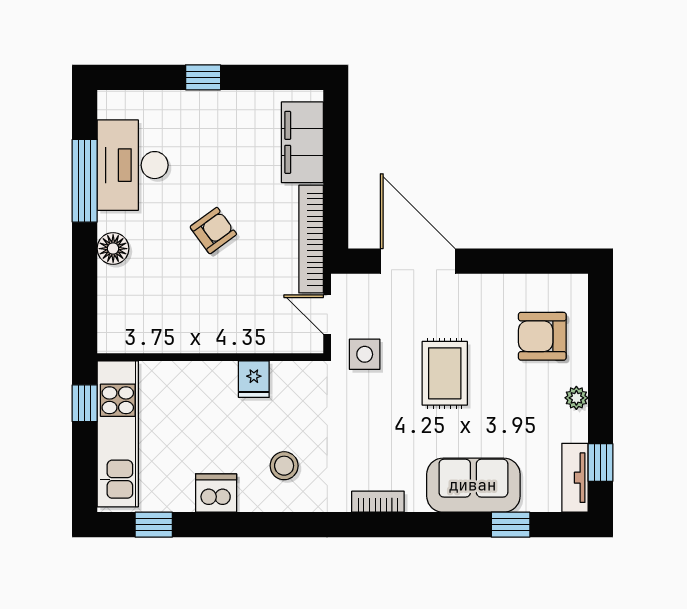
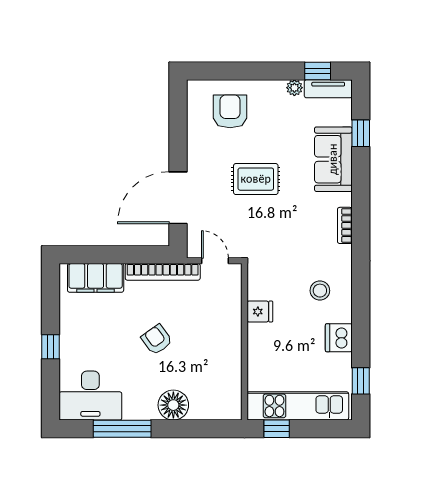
desk: (133, 165) -> (90, 396), moved
floor lamp: (113, 249) -> (173, 405), width x1.38, depth x1.38
door: (327, 314) -> (215, 261), swing flipped
armchair: (542, 336) -> (230, 111), turned 180
side table: (365, 354) -> (243, 235), removed
plant: (576, 398) -> (294, 88), moved

